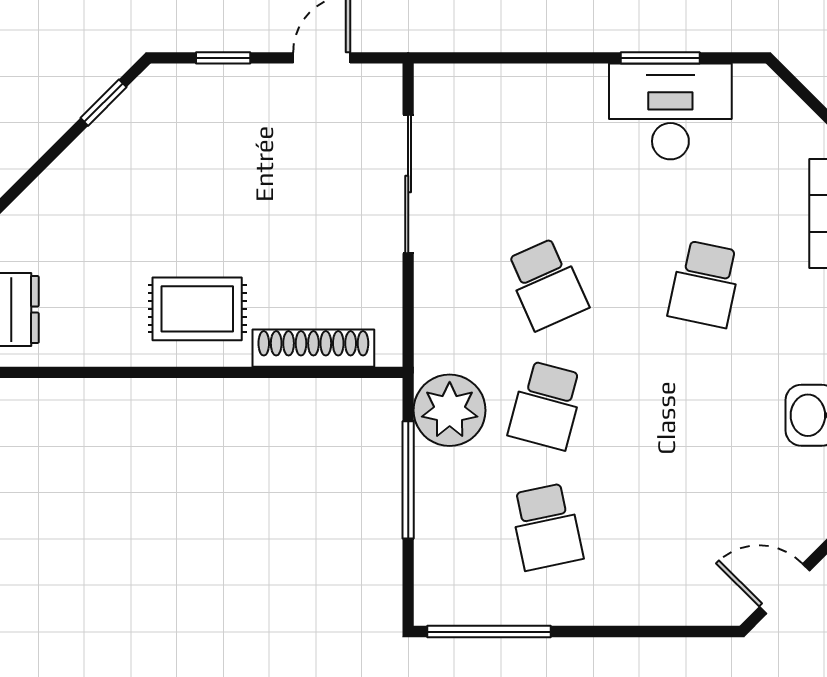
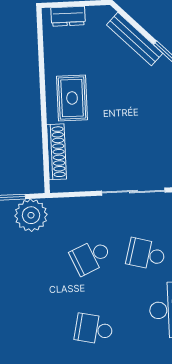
bench: (74, 166) -> (135, 39), added
school desk: (546, 405) -> (146, 254), moved

